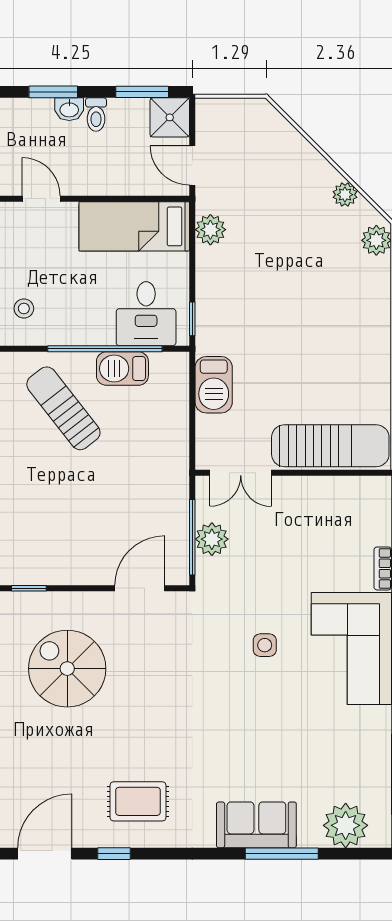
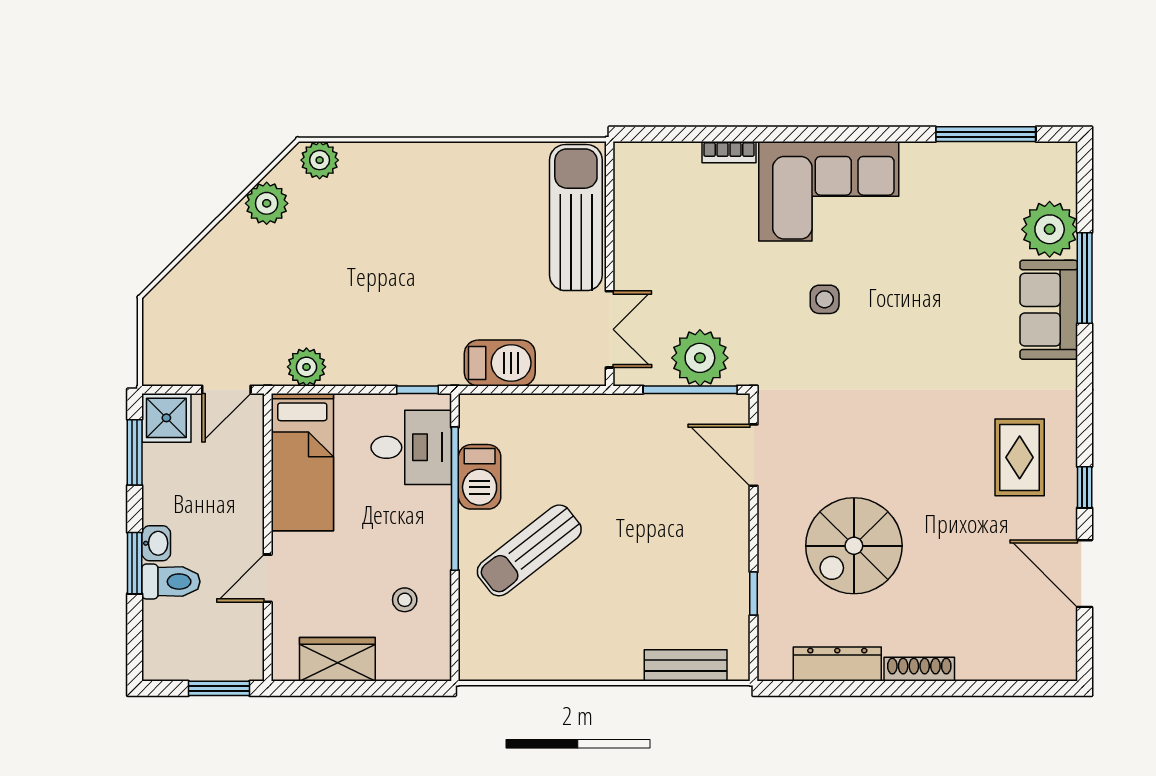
toilet: (96, 115) -> (171, 582), moved, width x1.37, depth x1.39
plant: (345, 195) -> (267, 203), width x1.38, depth x1.38
plant: (212, 539) -> (700, 358), width x1.36, depth x1.36
plant: (346, 825) -> (1050, 229), moved

